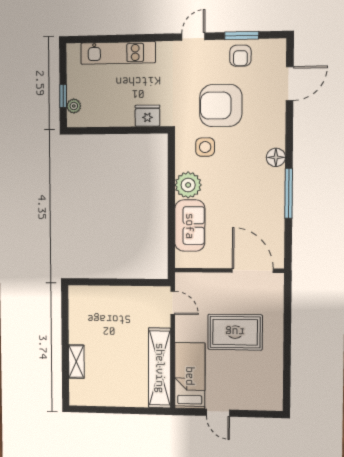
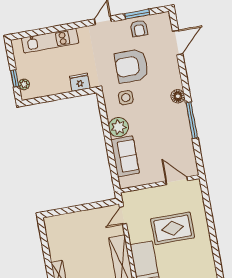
door: (253, 271) -> (177, 181), width x0.73
door: (173, 303) -> (123, 216), swing flipped

